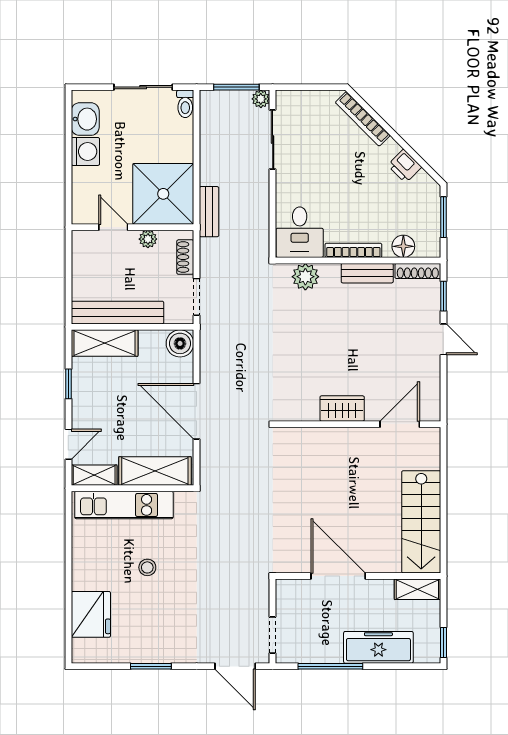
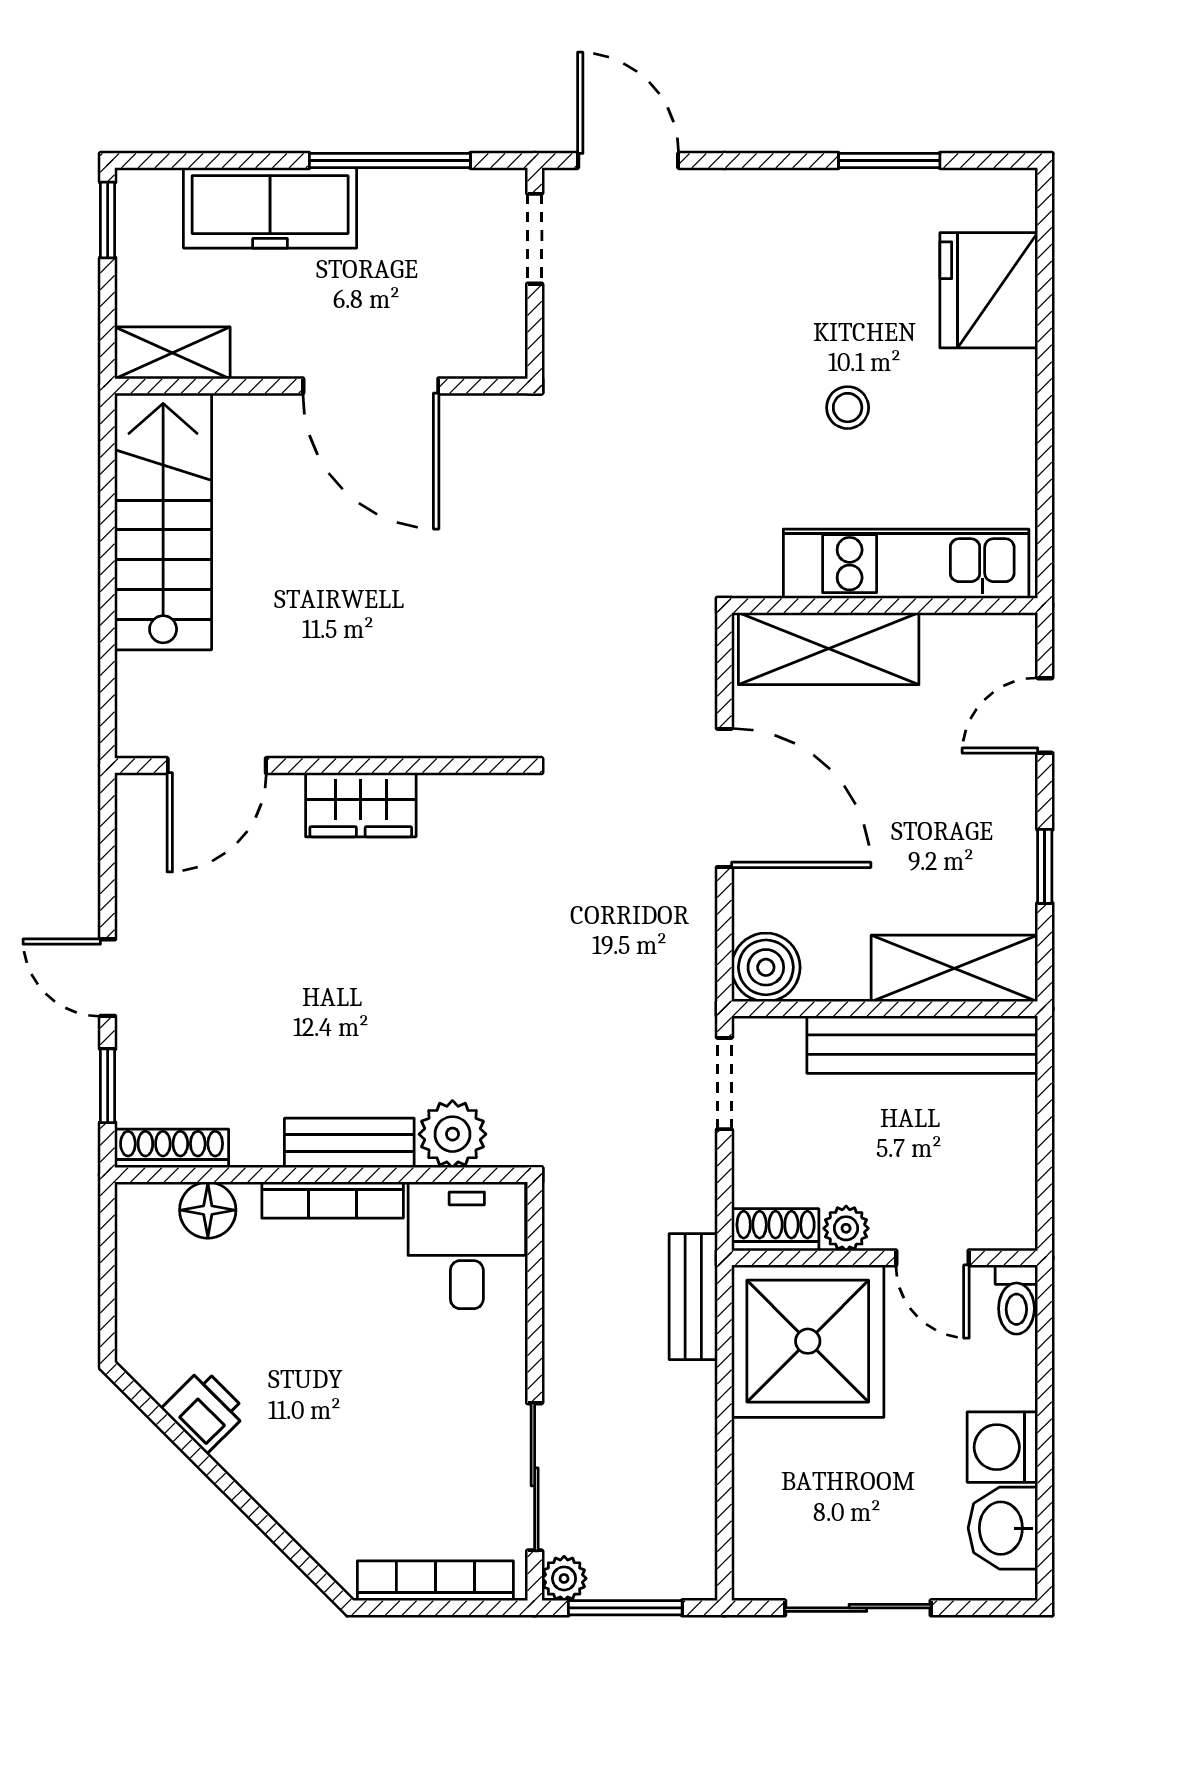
toilet: (185, 104) -> (1016, 1300), moved, turned 180
bookcase: (363, 119) -> (435, 1581), moved, turned -45
window: (443, 217) -> (108, 1283), removed
shoe rack: (185, 257) -> (776, 1230), moved, turned -90
bench: (367, 273) -> (349, 1143), moved
shelving: (94, 475) -> (981, 638), removed
window: (151, 666) -> (889, 161), moved

